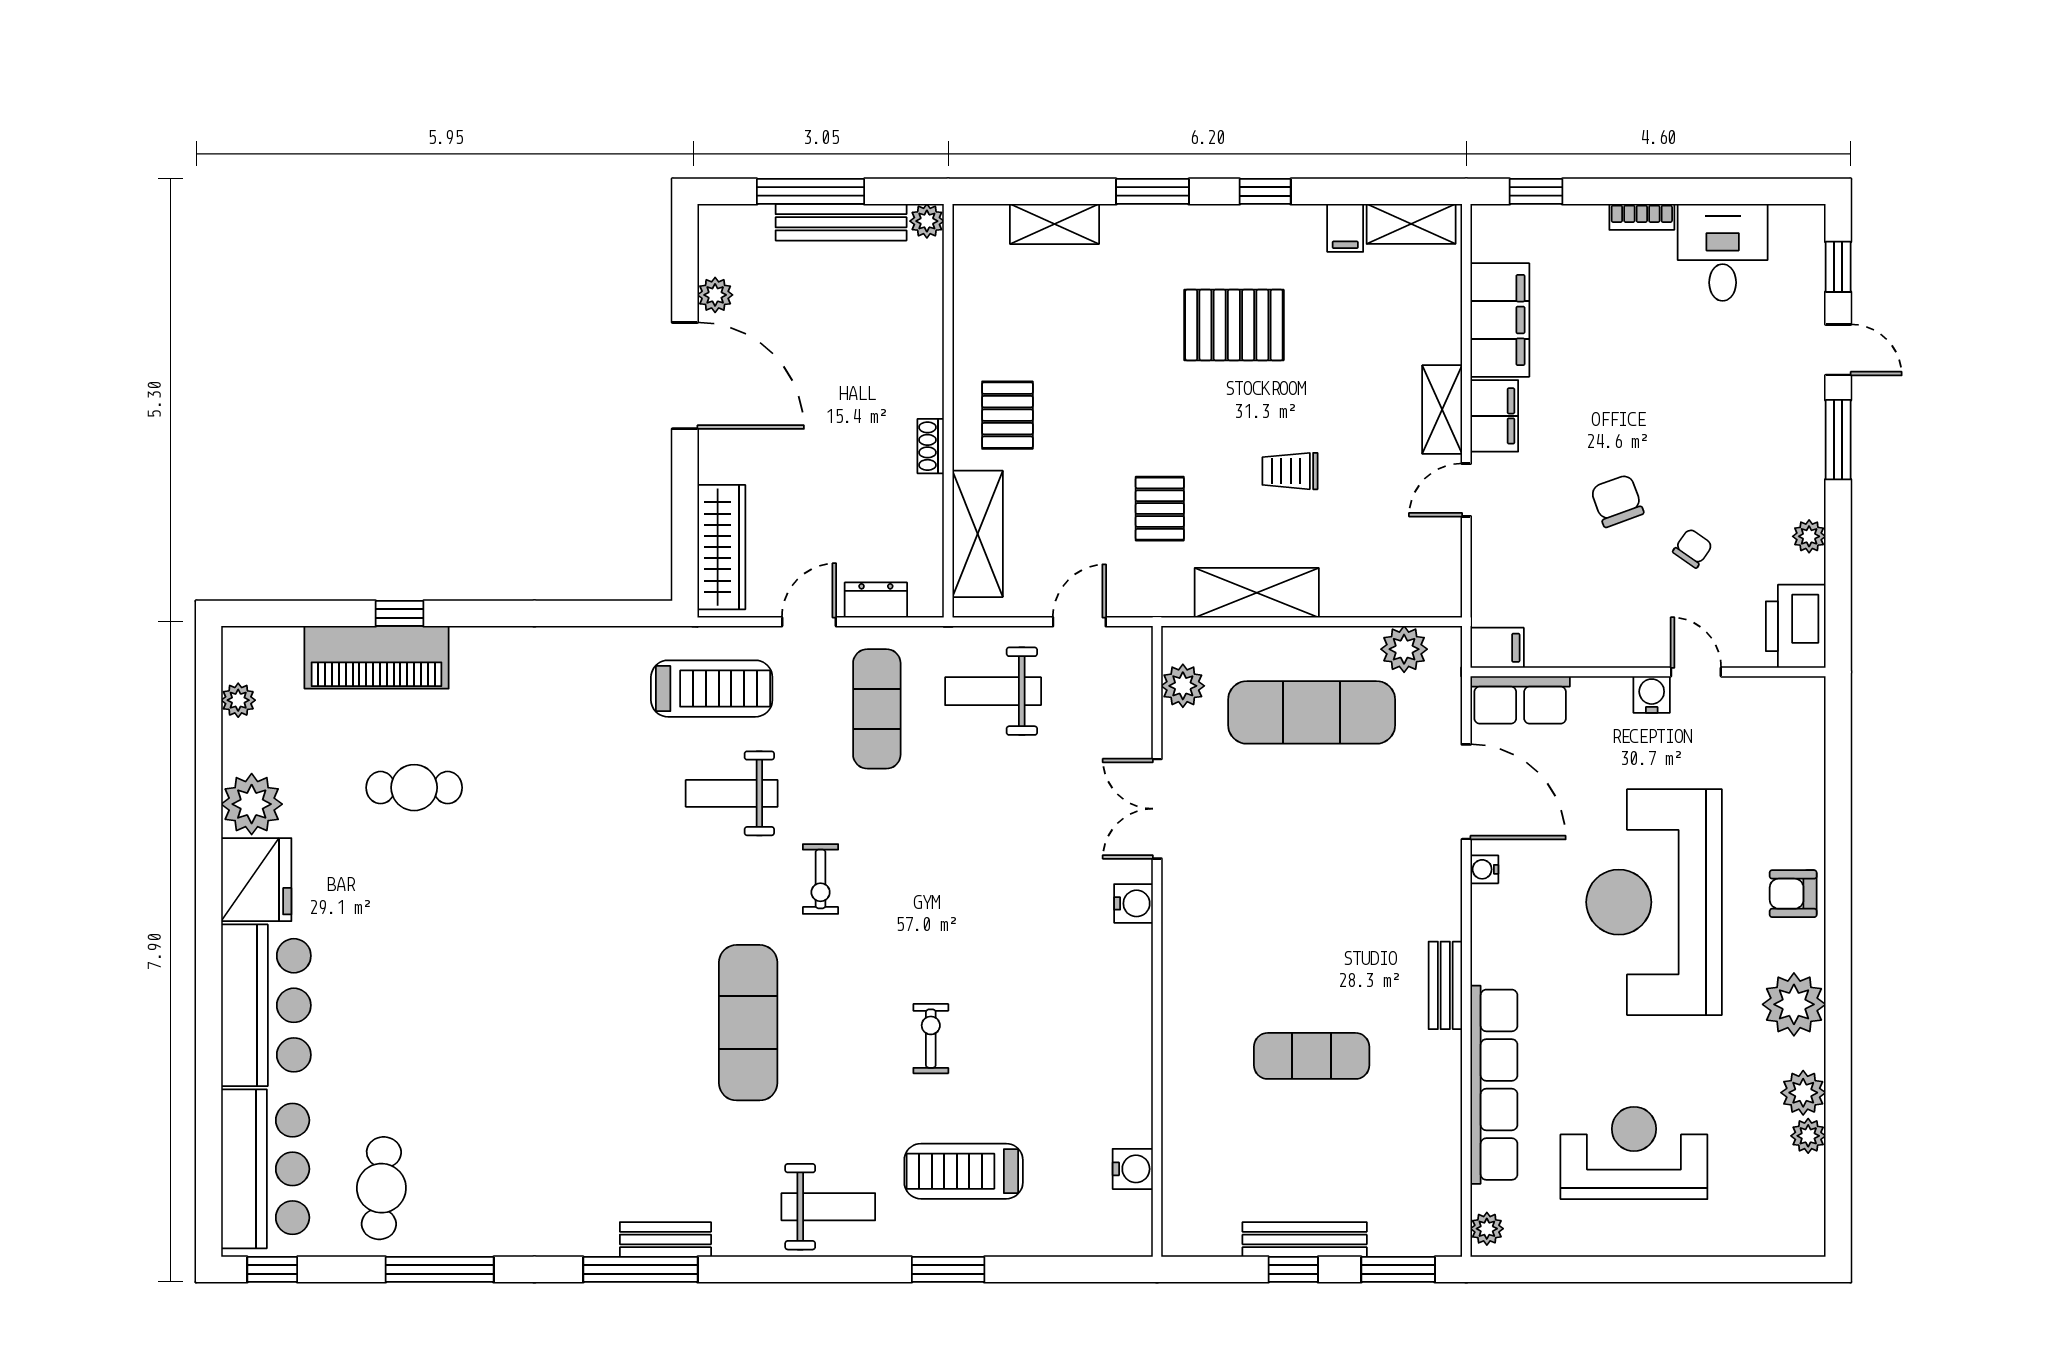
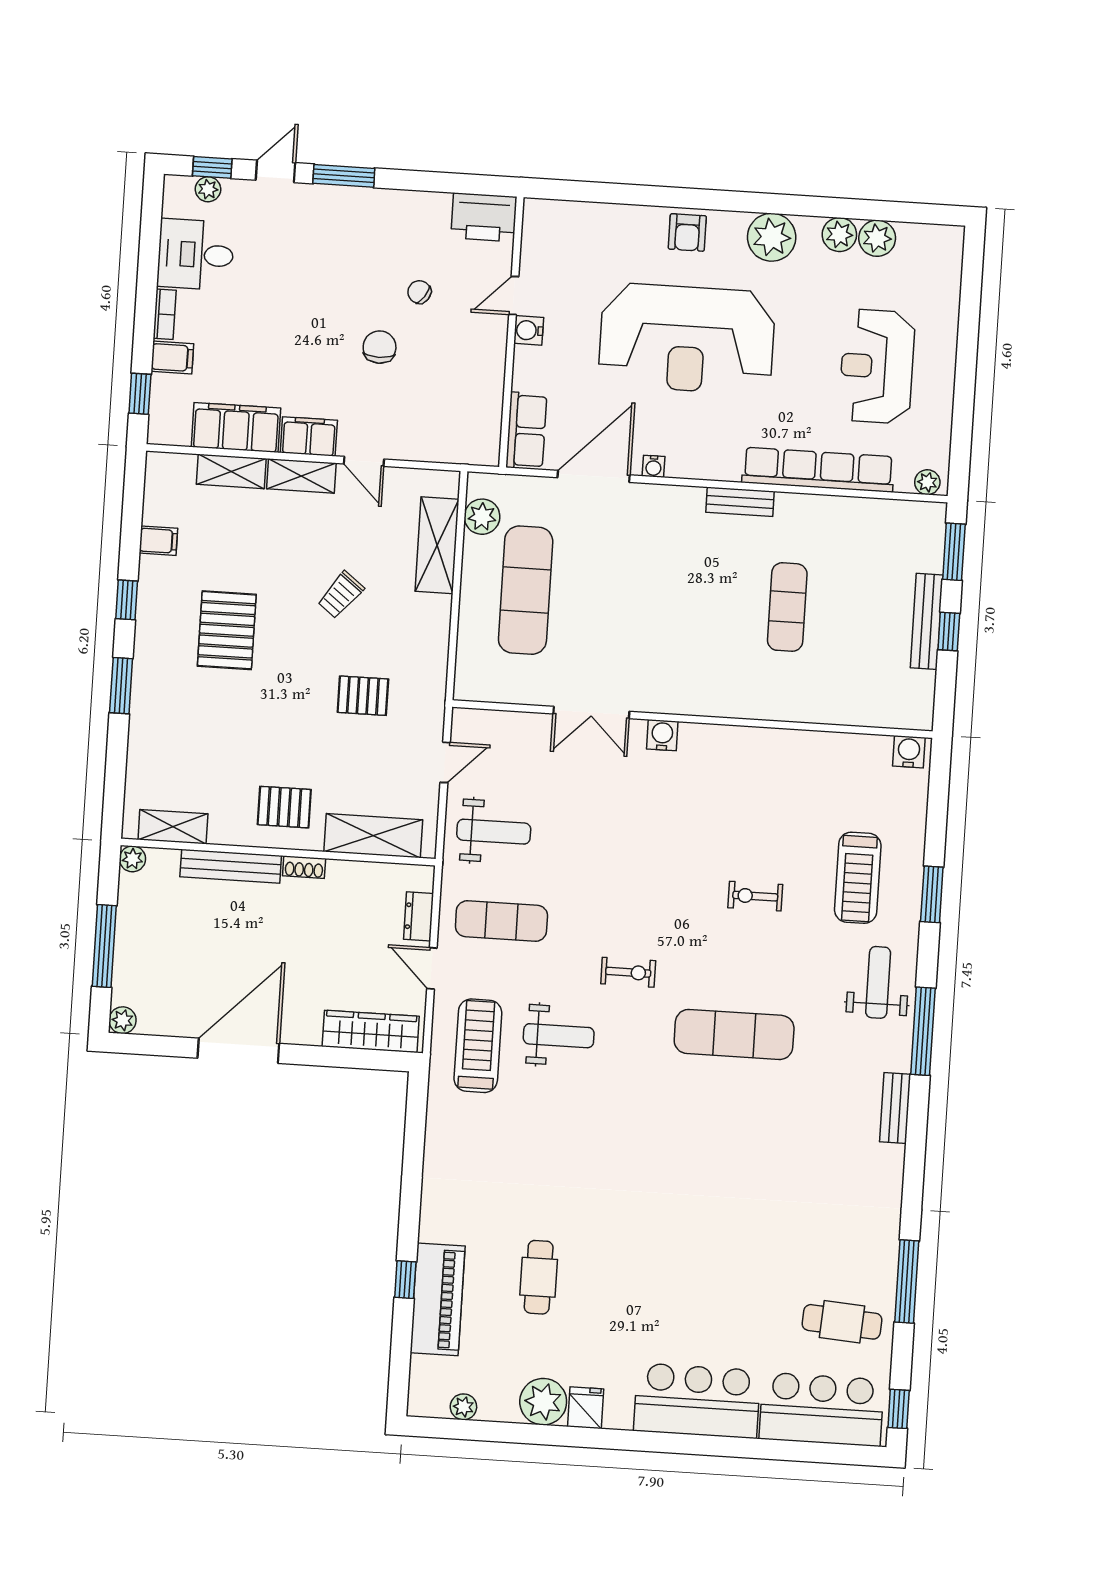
bench: (841, 222) -> (231, 866), moved, turned 90
shelving: (1054, 224) -> (173, 827), moved, turned 90
shelving: (1411, 224) -> (231, 471), moved, turned 90
plant: (715, 295) -> (123, 1020), moved
trolley: (1290, 471) -> (341, 595), turned 38
chair: (1617, 501) -> (380, 347), turned 110
plant: (1809, 536) -> (208, 189), moved
shelving: (1257, 593) -> (437, 545), moved
door: (1079, 622) -> (445, 762), swing flipped
filing cabinet: (1497, 648) -> (172, 358), moved, turned 90
plant: (1183, 686) -> (499, 687), removed
weight bench: (993, 691) -> (494, 832), turned -90
weight bench: (732, 793) -> (559, 1036), turned -90
fridge: (256, 880) -> (586, 1408), width x0.53, depth x0.75
plant: (1808, 1136) -> (877, 238), width x1.38, depth x1.38
water cooler: (1133, 1169) -> (909, 752), moved
window: (640, 1269) -> (923, 1031), moved

